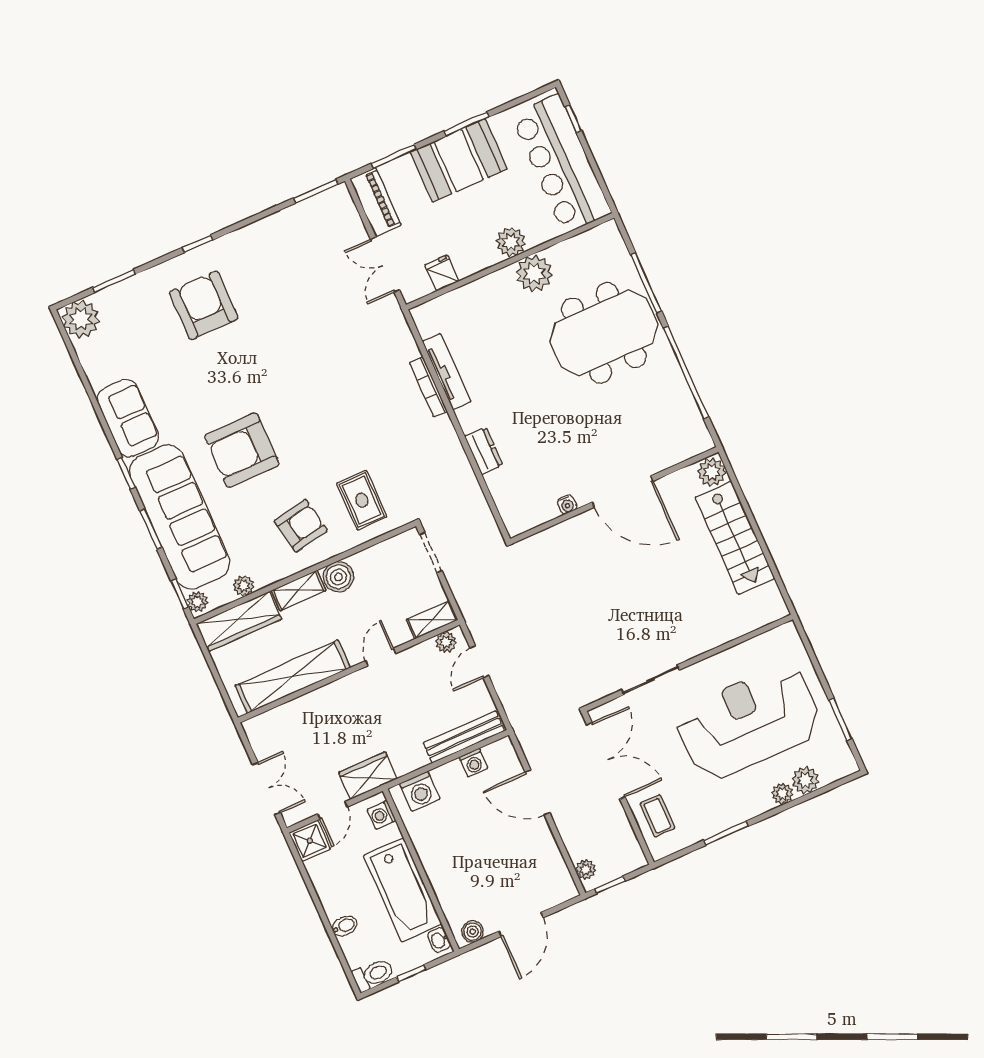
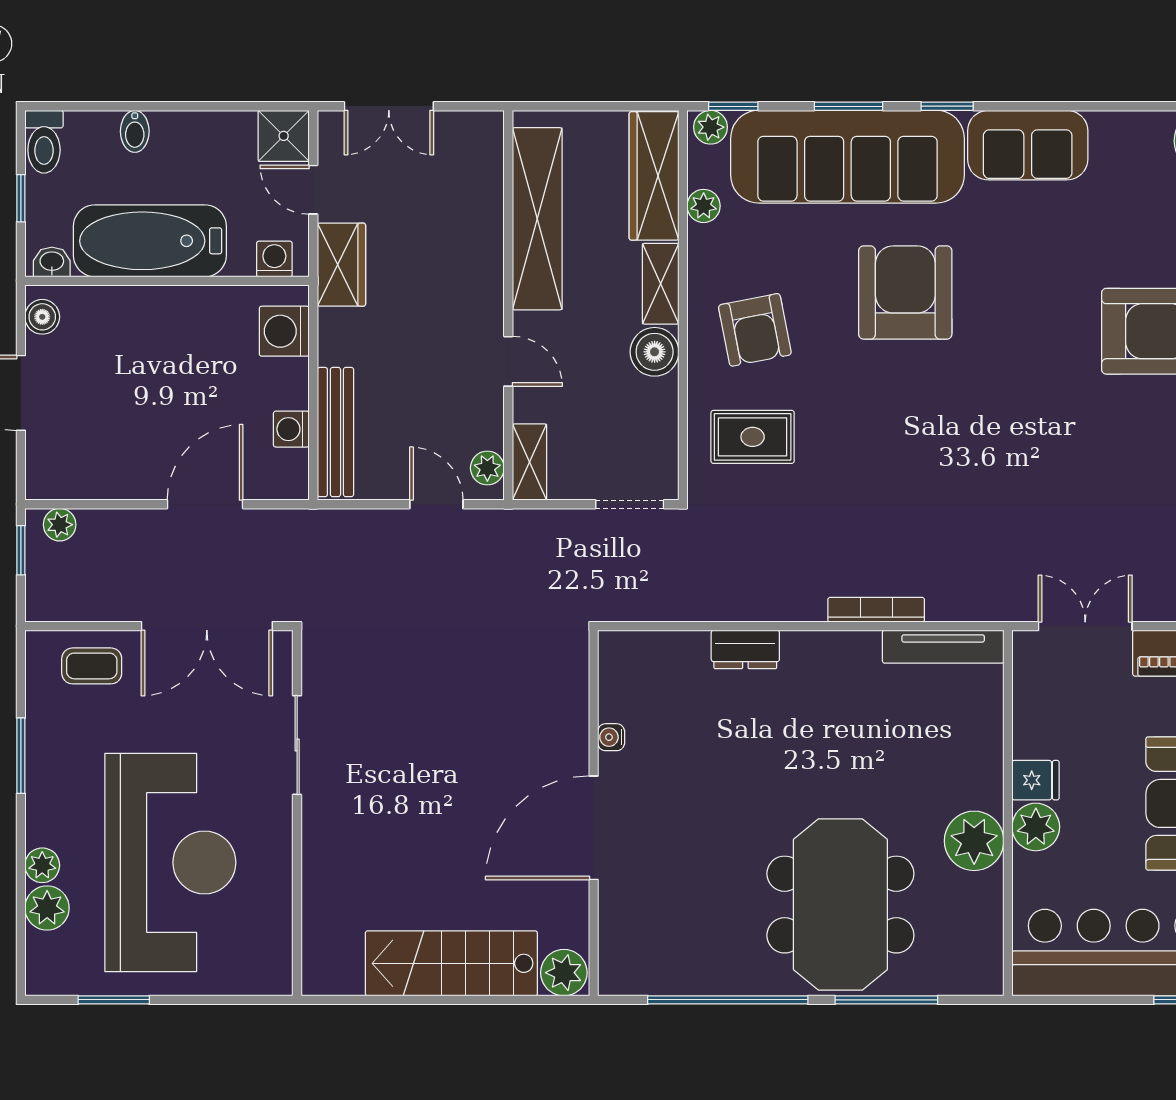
fridge: (442, 273) -> (1036, 780), moved
tv unit: (447, 372) -> (943, 647), moved

